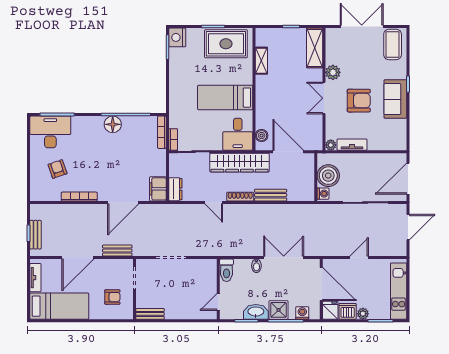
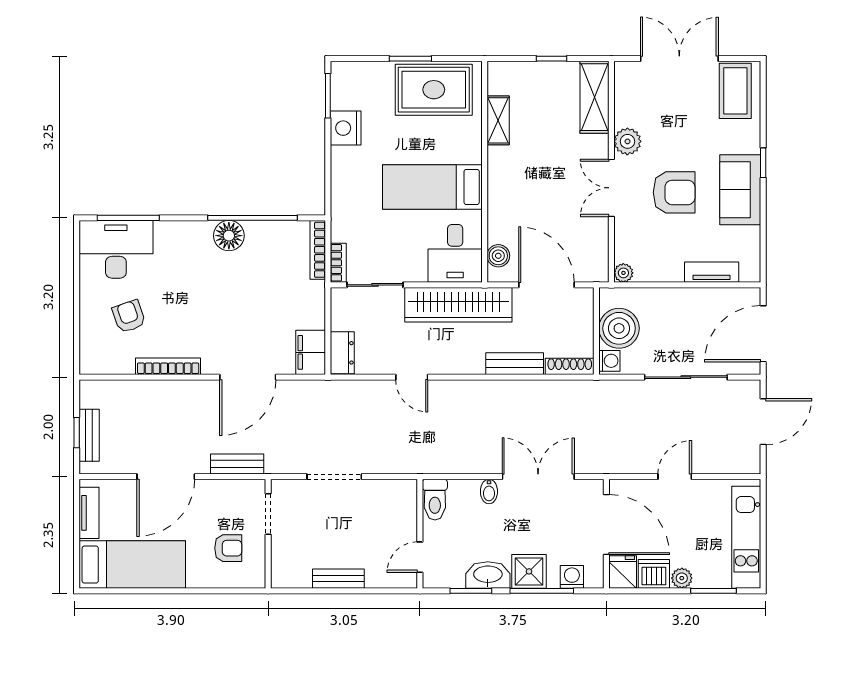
nightstand: (177, 37) -> (346, 128), moved
tv unit: (352, 145) -> (712, 272), moved
shoe rack: (240, 197) -> (570, 366), moved
bench: (150, 314) -> (338, 579), moved

